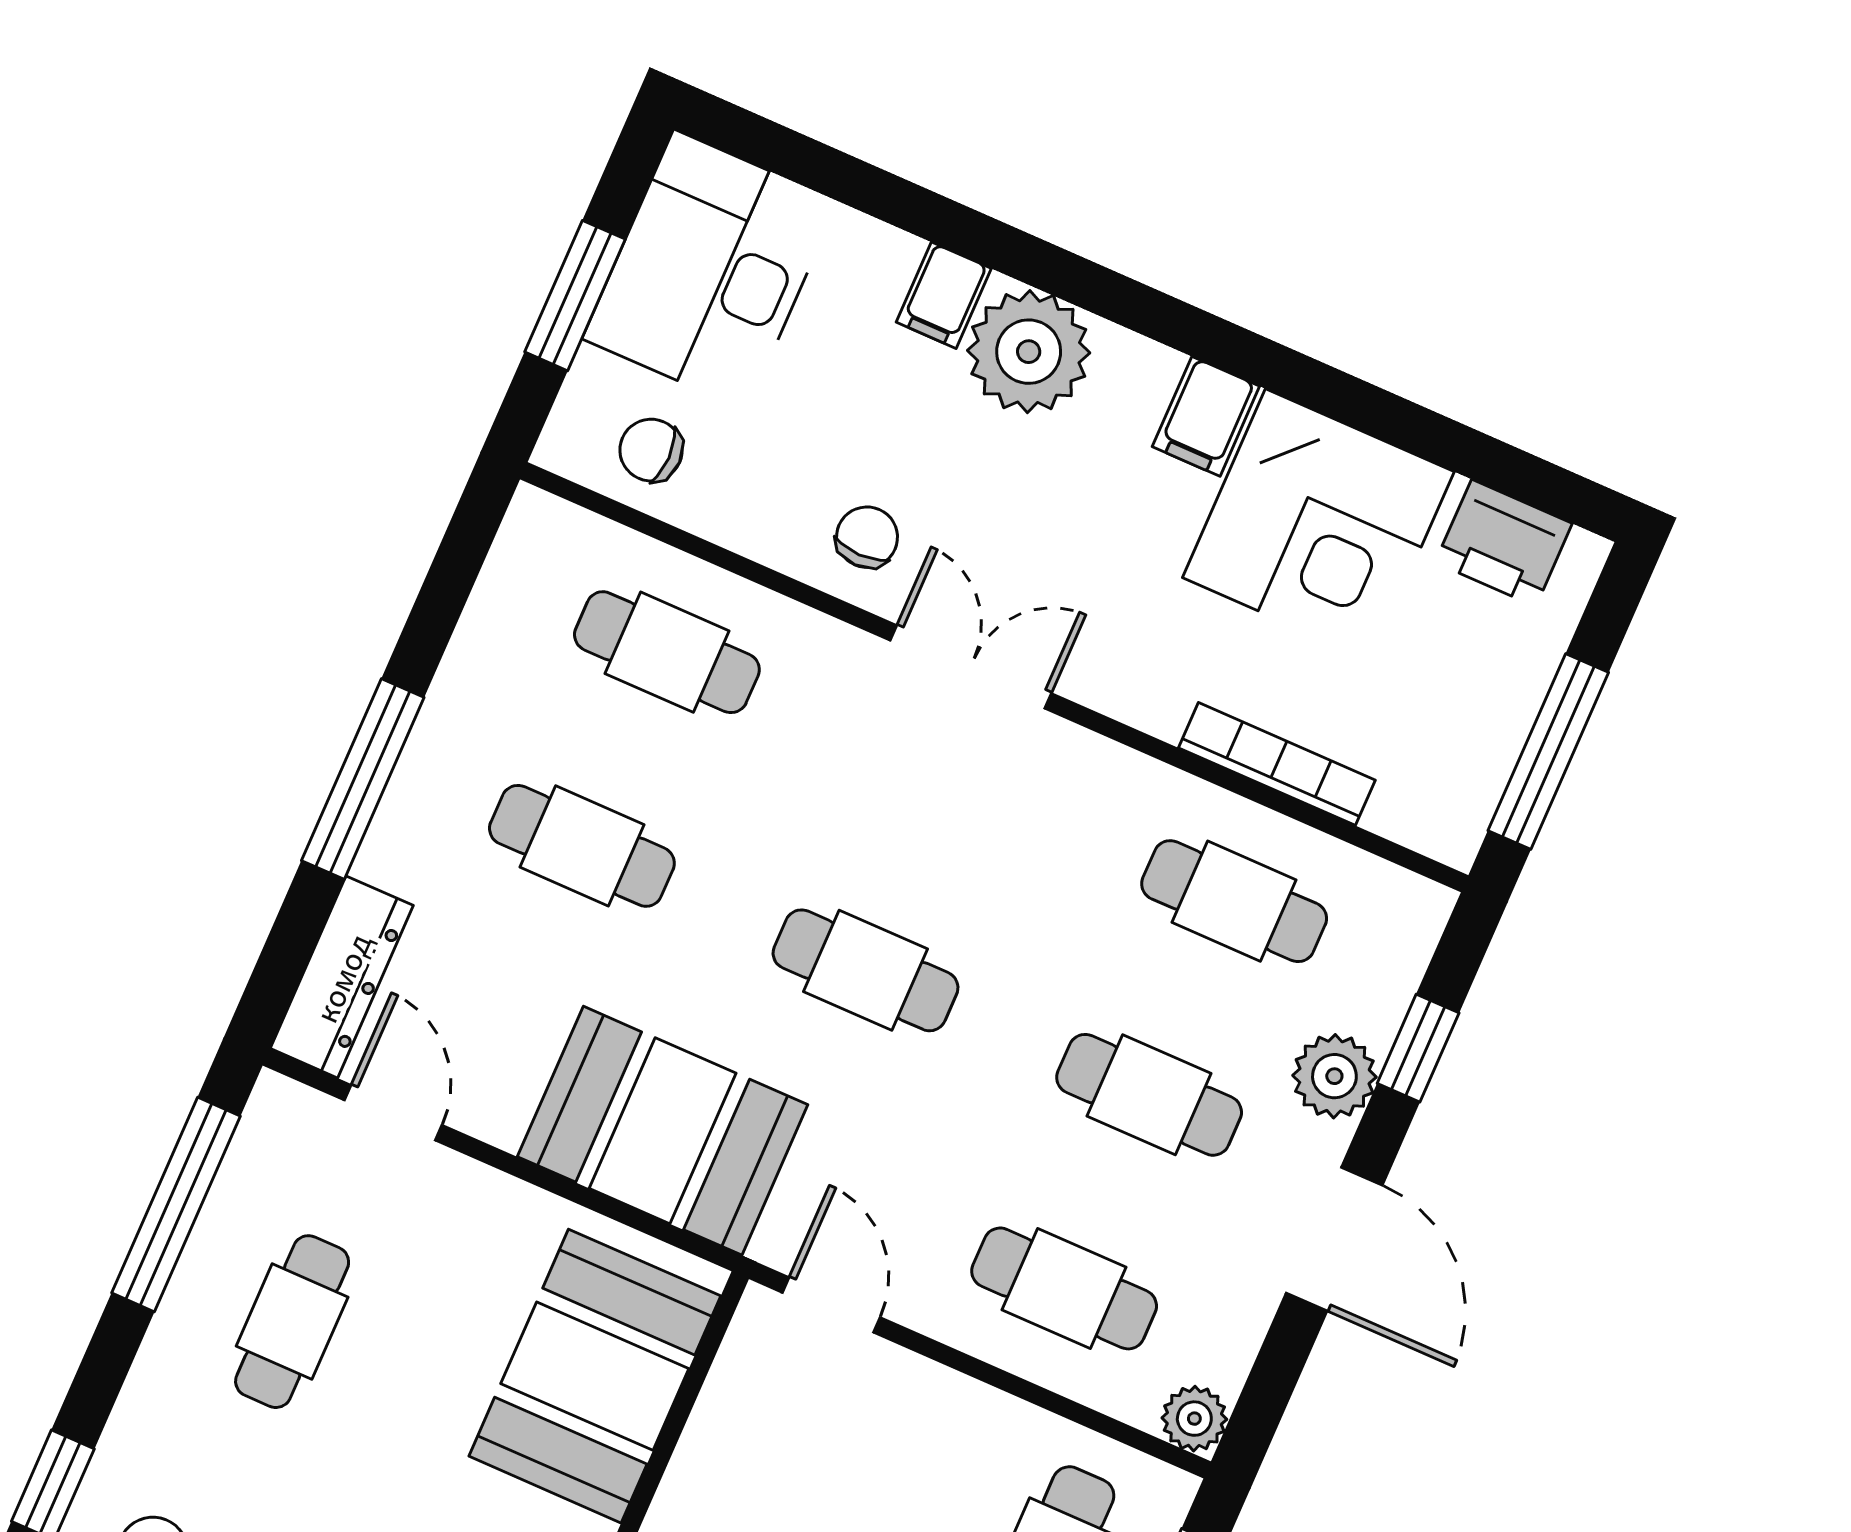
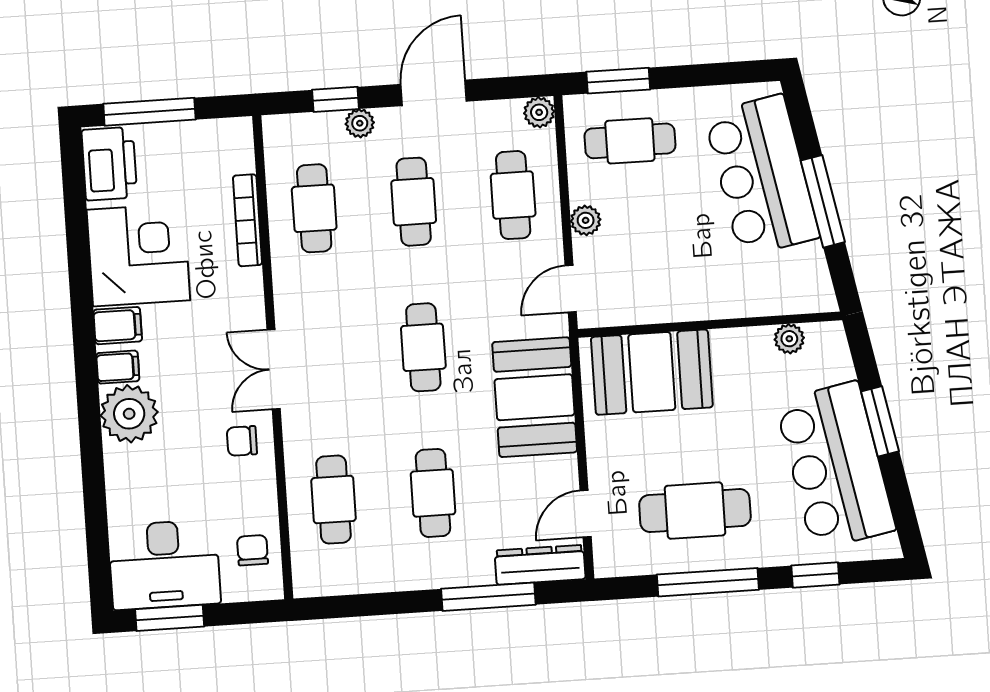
filing cabinet: (944, 295) -> (118, 367), moved
window: (575, 296) -> (170, 618), moved
chair: (651, 450) -> (252, 550), turned 180
printer: (1504, 543) -> (109, 164), width x1.37, depth x1.19
window: (1548, 751) -> (149, 112), moved
window: (363, 779) -> (488, 597), moved
plant: (1334, 1076) -> (360, 123), width x0.73, depth x0.73
window: (176, 1204) -> (708, 582), moved
cafe table: (292, 1322) -> (695, 511), width x1.37, depth x1.35
plant: (946, 1400) -> (586, 220), added

